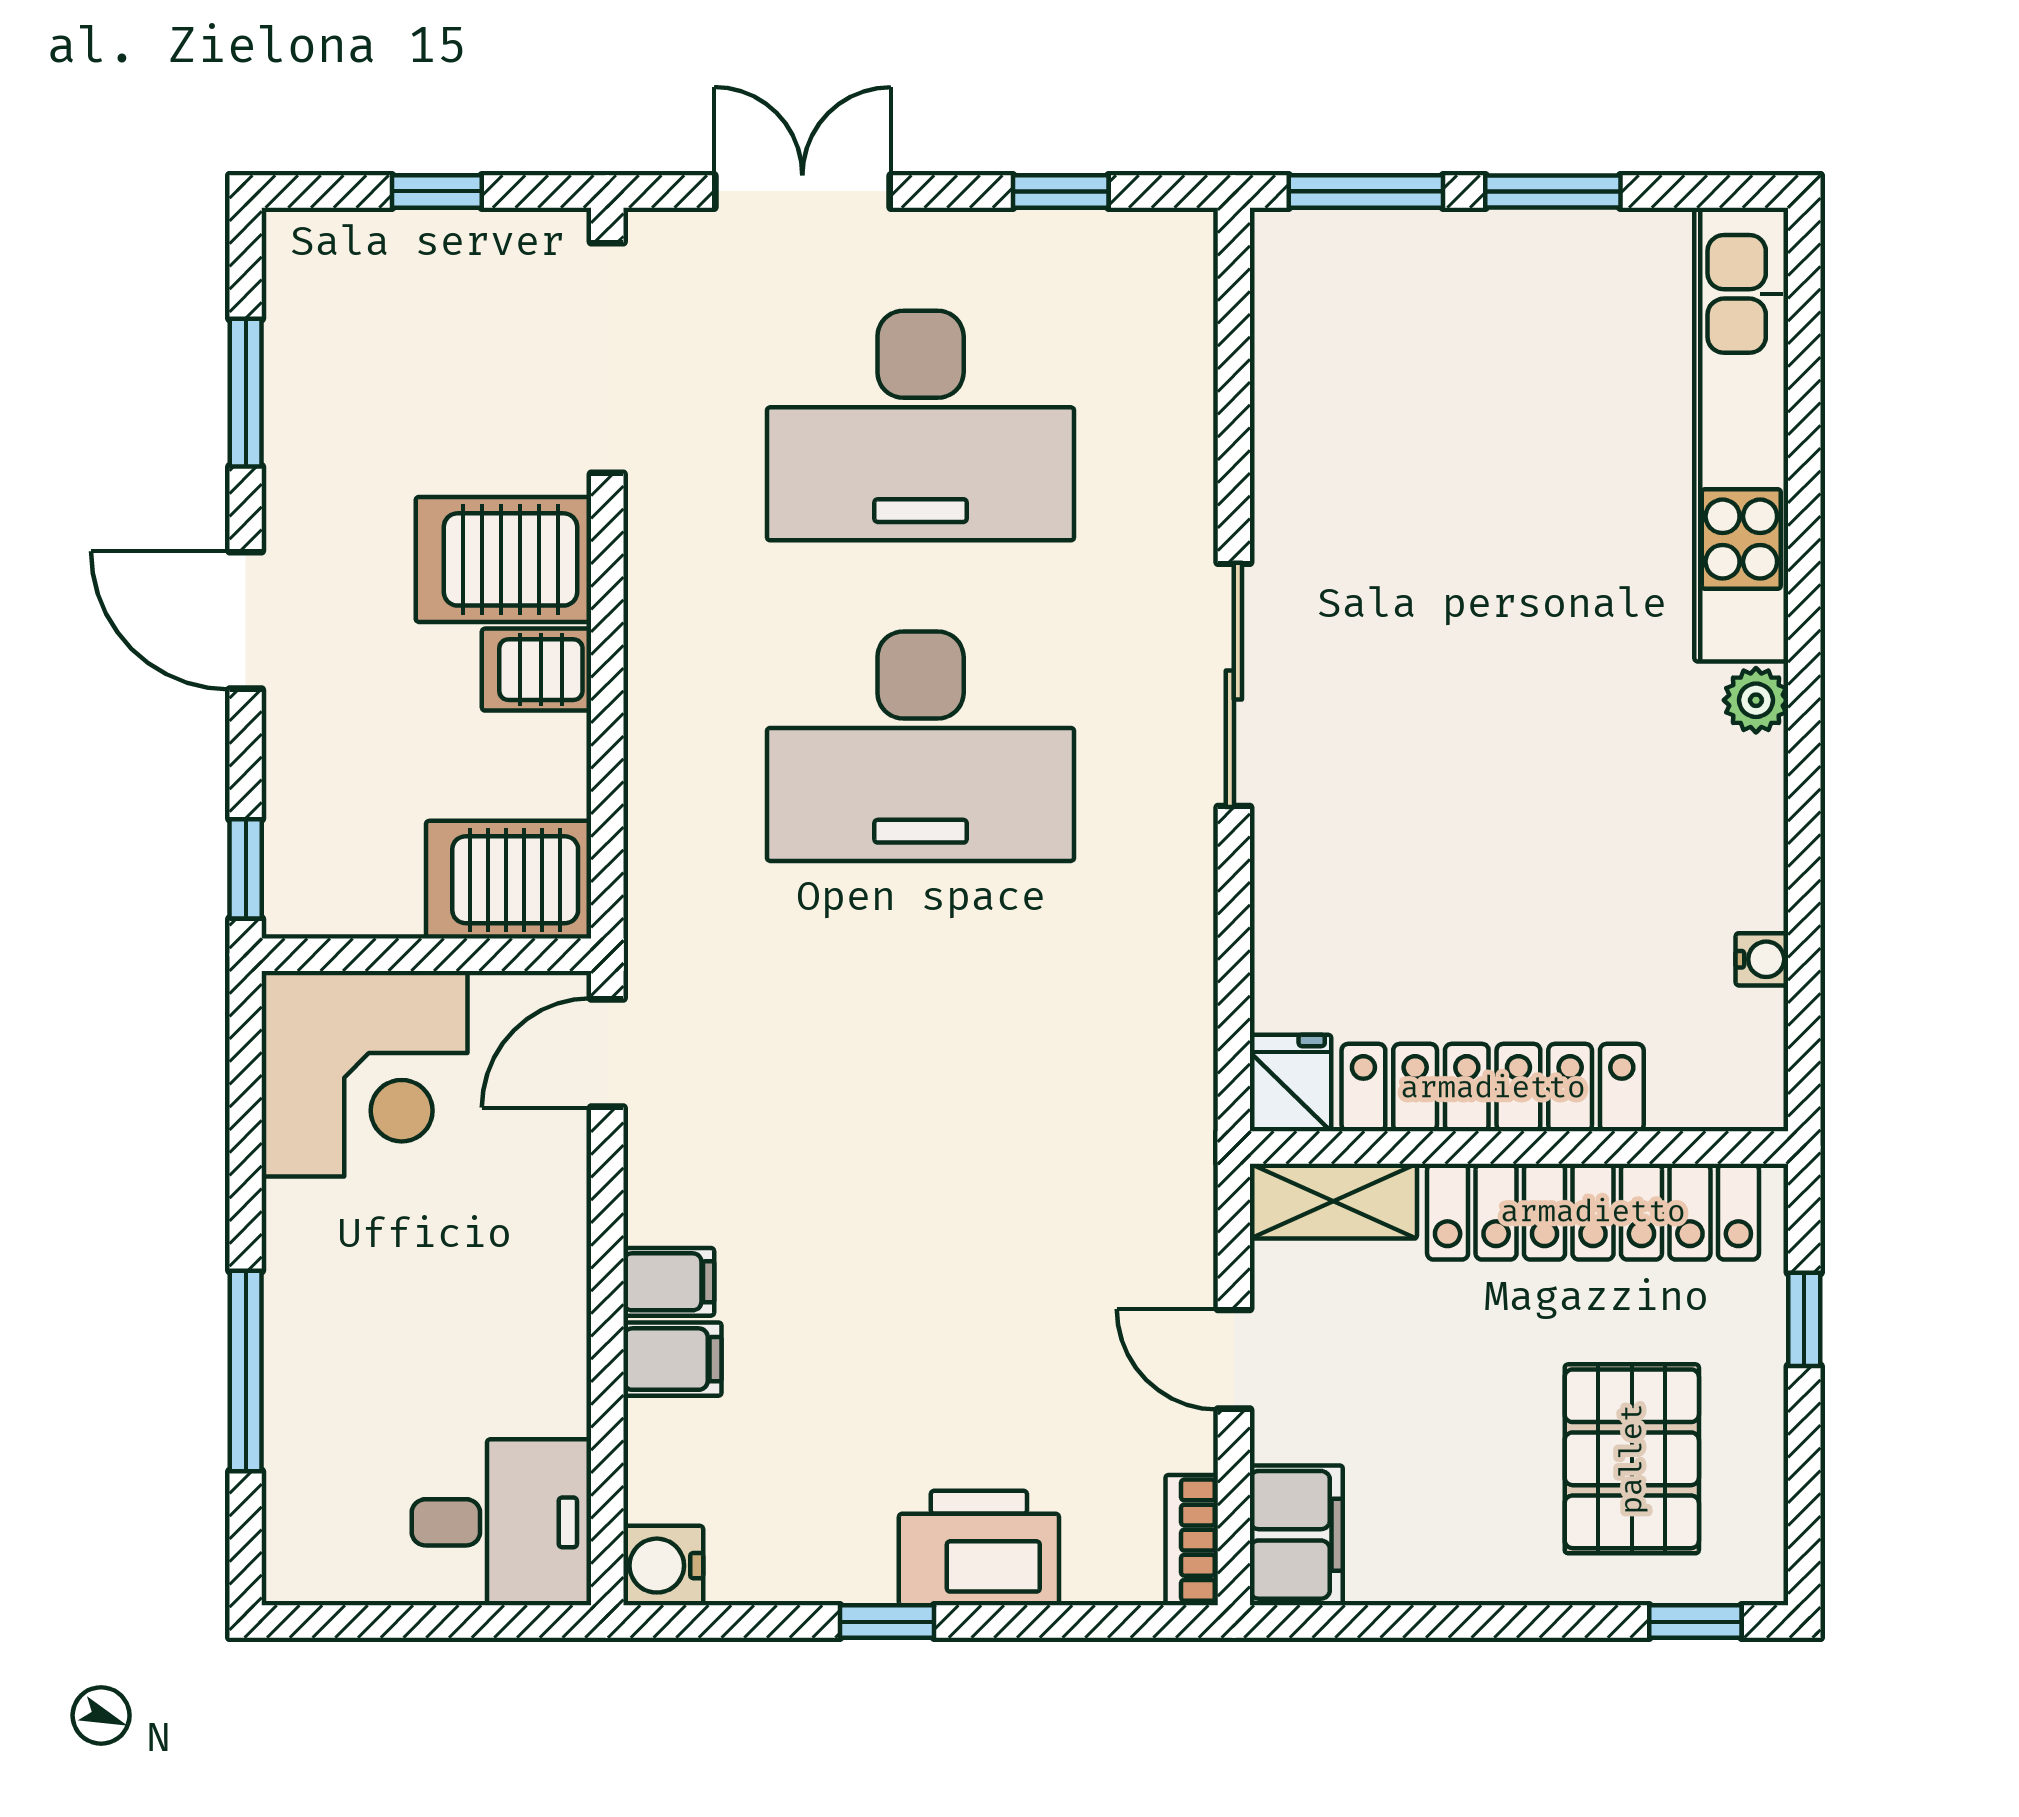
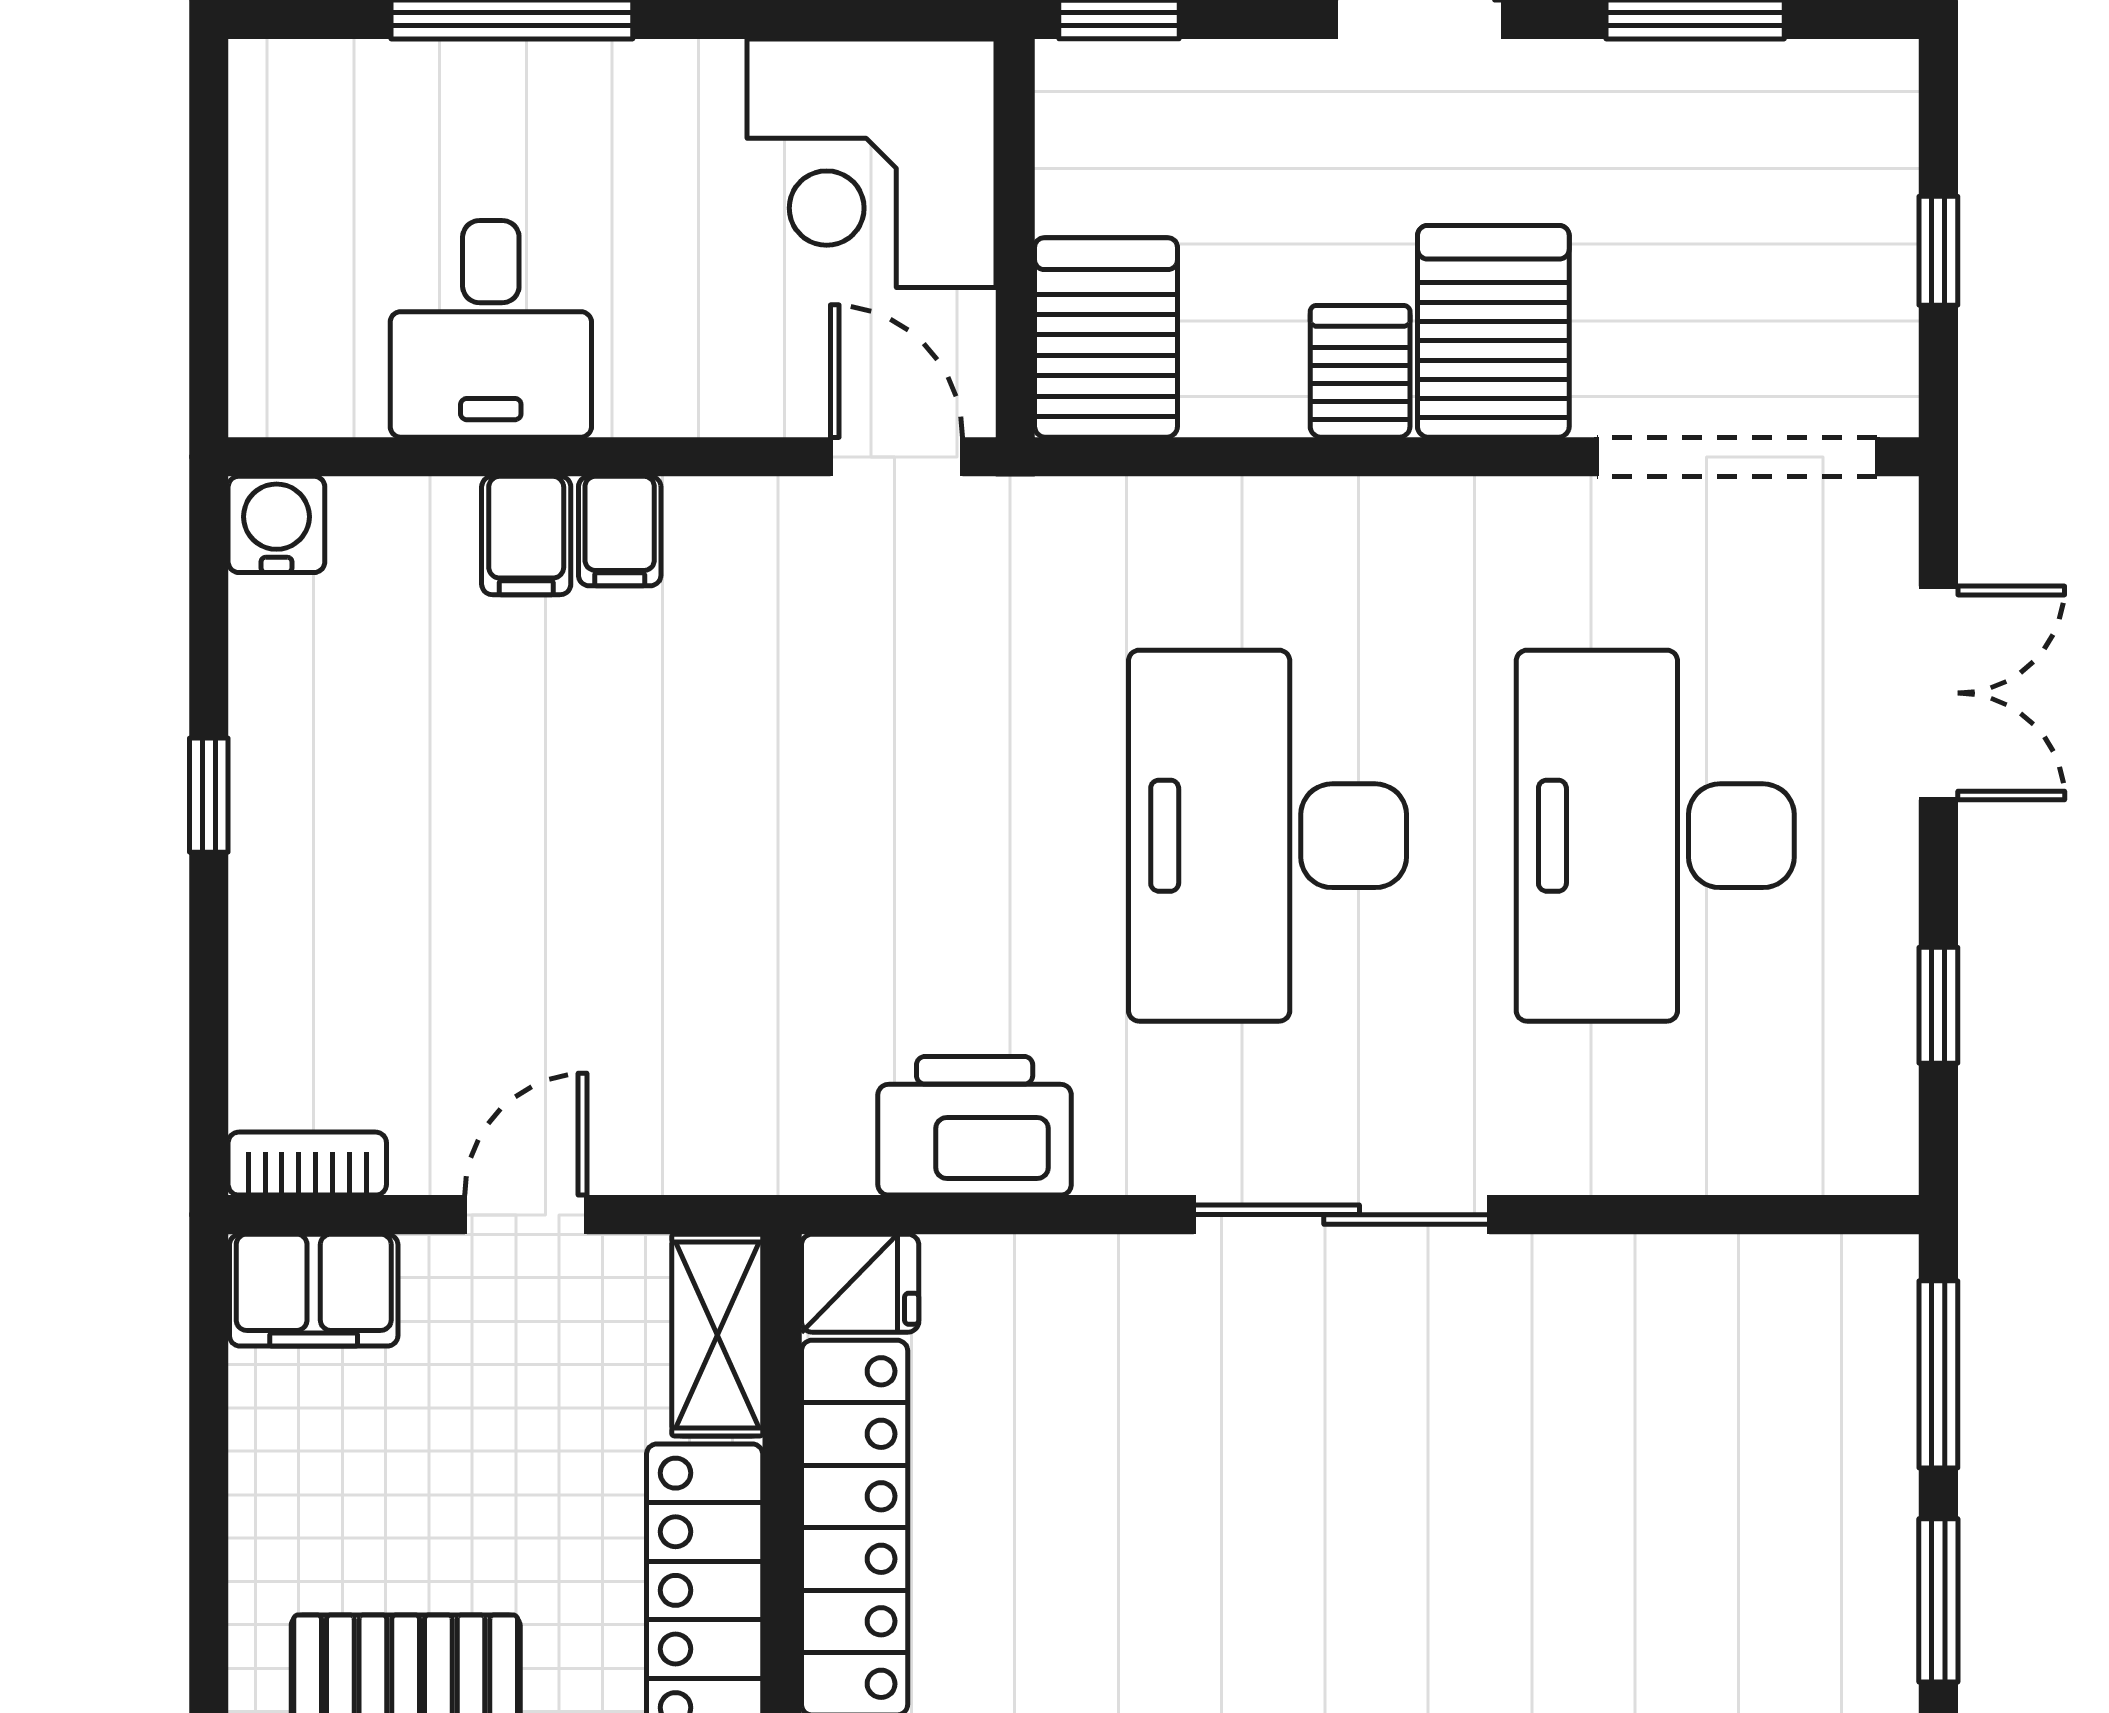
desk: (501, 1522) -> (491, 329), moved
printer: (979, 1548) -> (975, 1126), moved, turned -90

